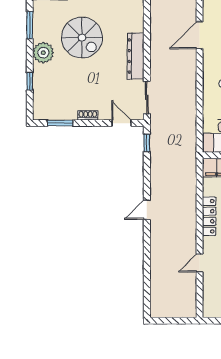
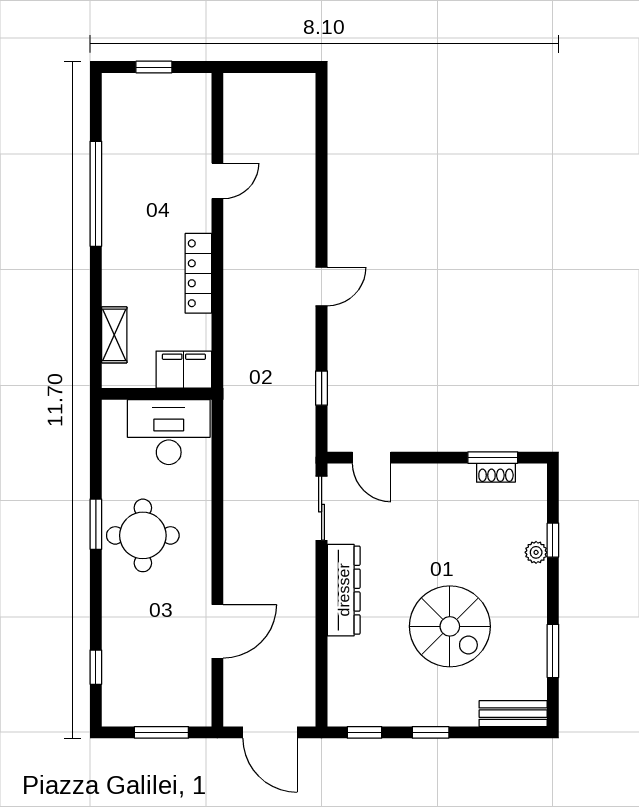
spiral stairs: (82, 38) -> (450, 626), turned 180
plant: (43, 53) -> (536, 552), moved, width x0.53, depth x0.53
shoe rack: (88, 115) -> (496, 473), moved
window: (147, 143) -> (322, 388), moved

